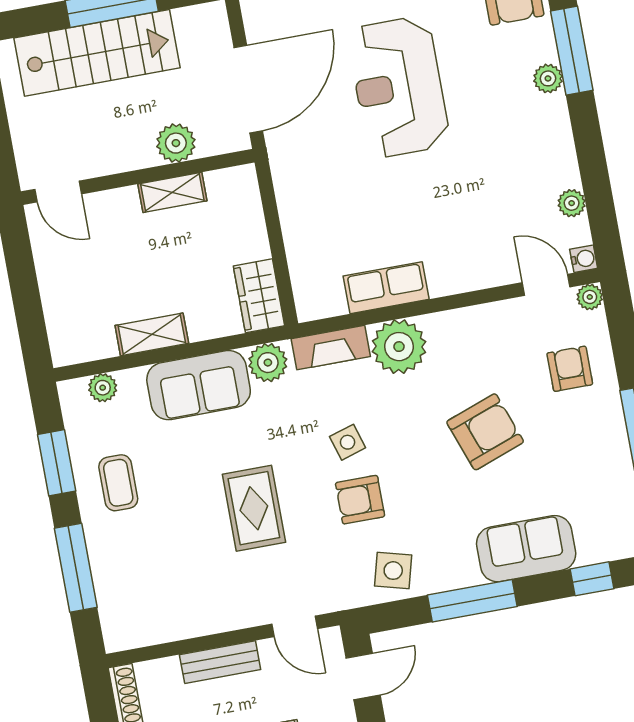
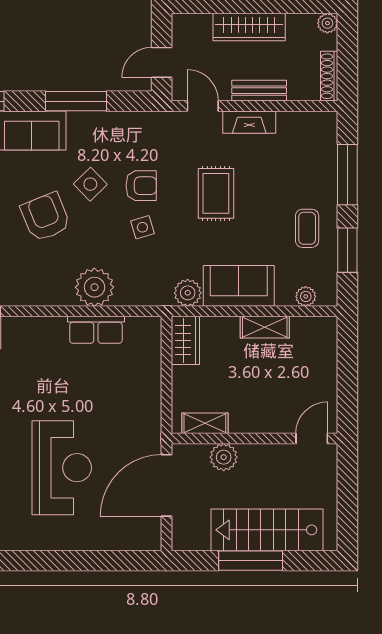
door: (58, 192) -> (312, 438), hinge flipped
shelving: (172, 192) -> (205, 423), moved
fireplace: (331, 348) -> (249, 122), moved, turned 180
armchair: (485, 432) -> (45, 217), turned 88
side table: (393, 571) -> (90, 184), moved, turned 31

